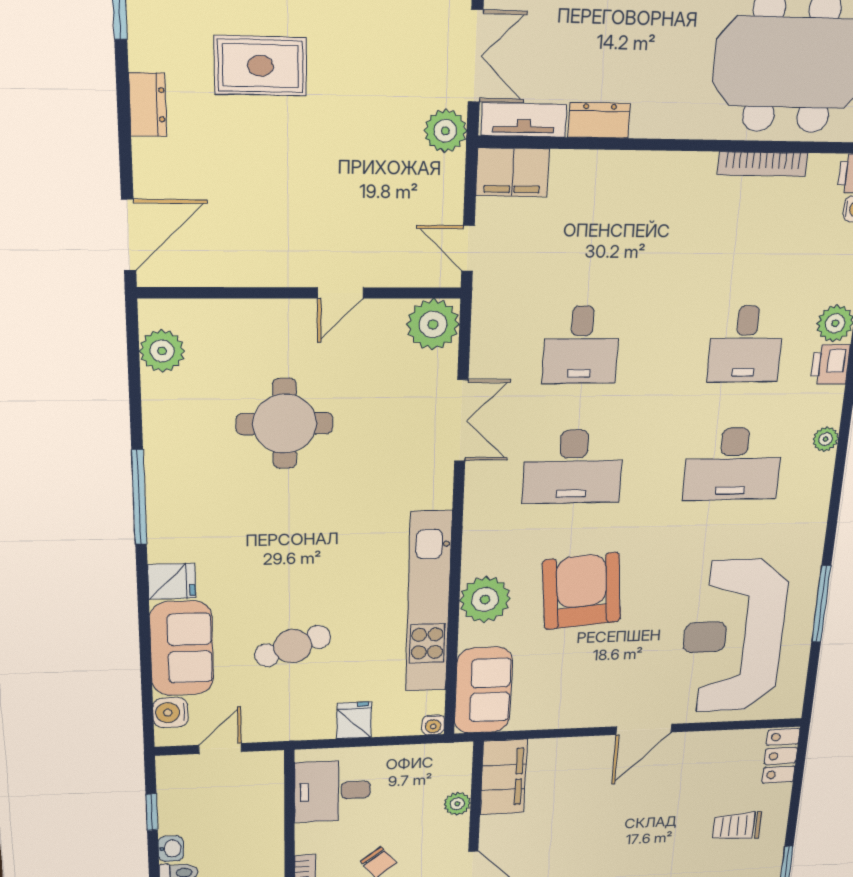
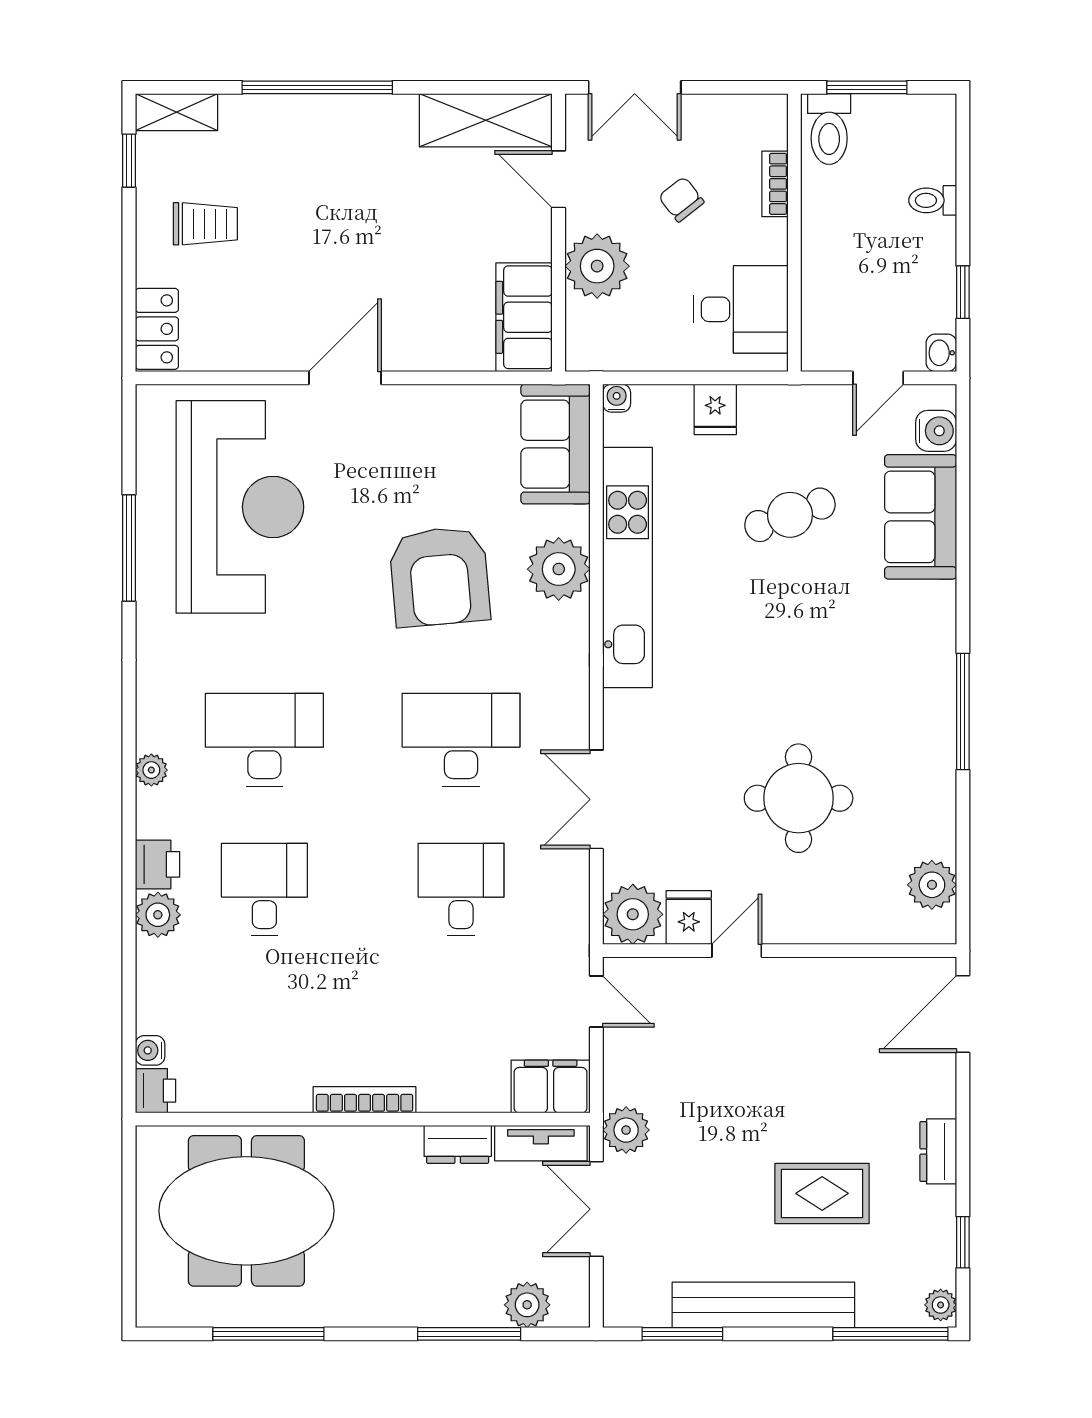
bookcase: (763, 164) -> (365, 1100), moved
fridge: (172, 581) -> (689, 918), moved, turned 90
plant: (457, 804) -> (597, 266), width x1.88, depth x1.88
washbasin: (171, 849) -> (941, 353), moved

